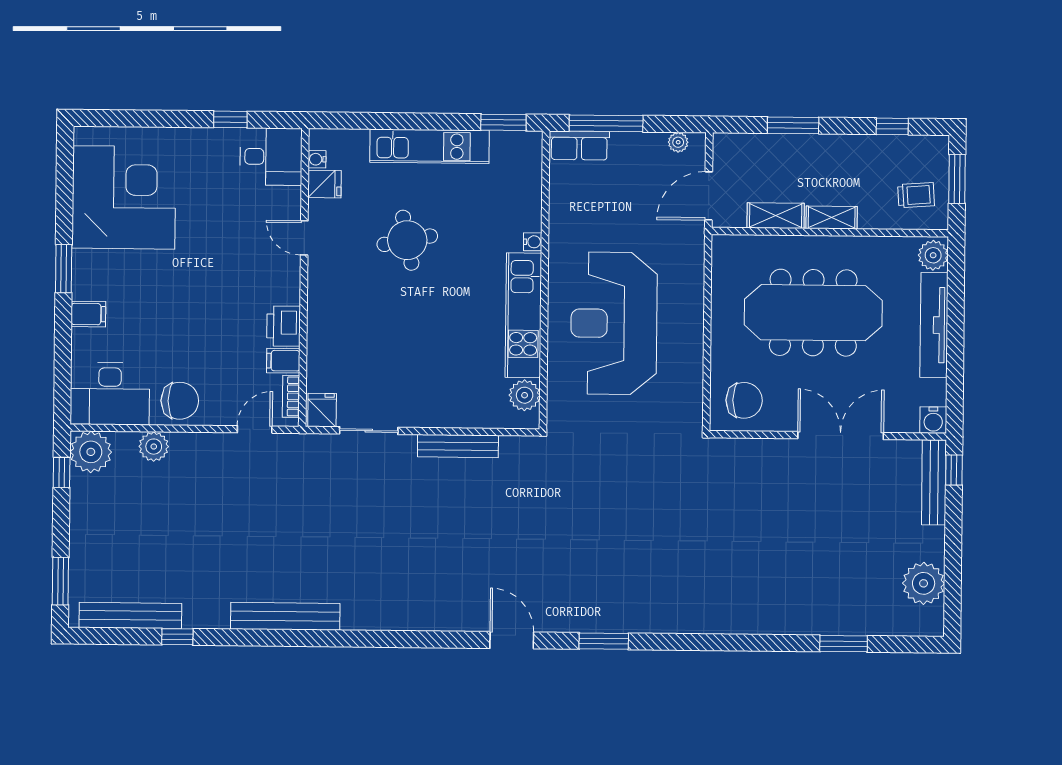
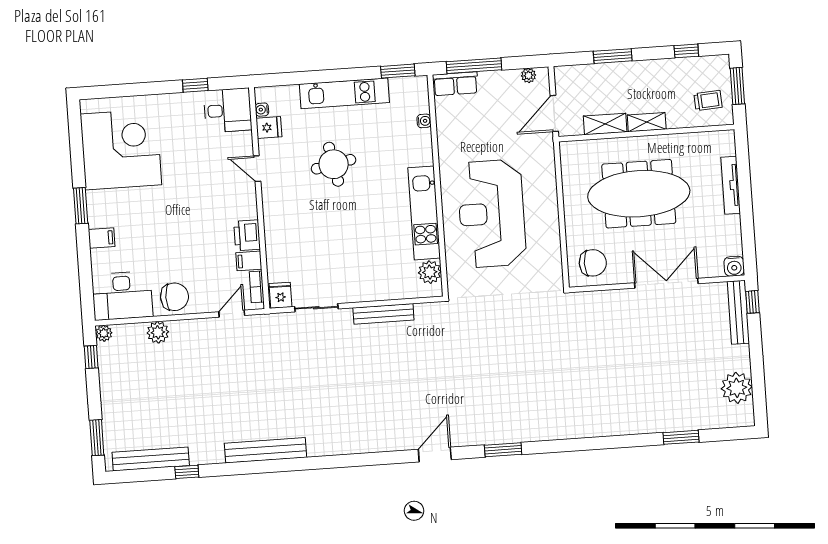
water cooler: (533, 242) -> (424, 121), moved
plant: (933, 255) -> (724, 144), removed
tv unit: (934, 325) -> (731, 185), width x0.73, depth x0.78
plant: (91, 452) -> (104, 333), width x0.53, depth x0.53
door: (512, 640) -> (435, 455), hinge flipped

